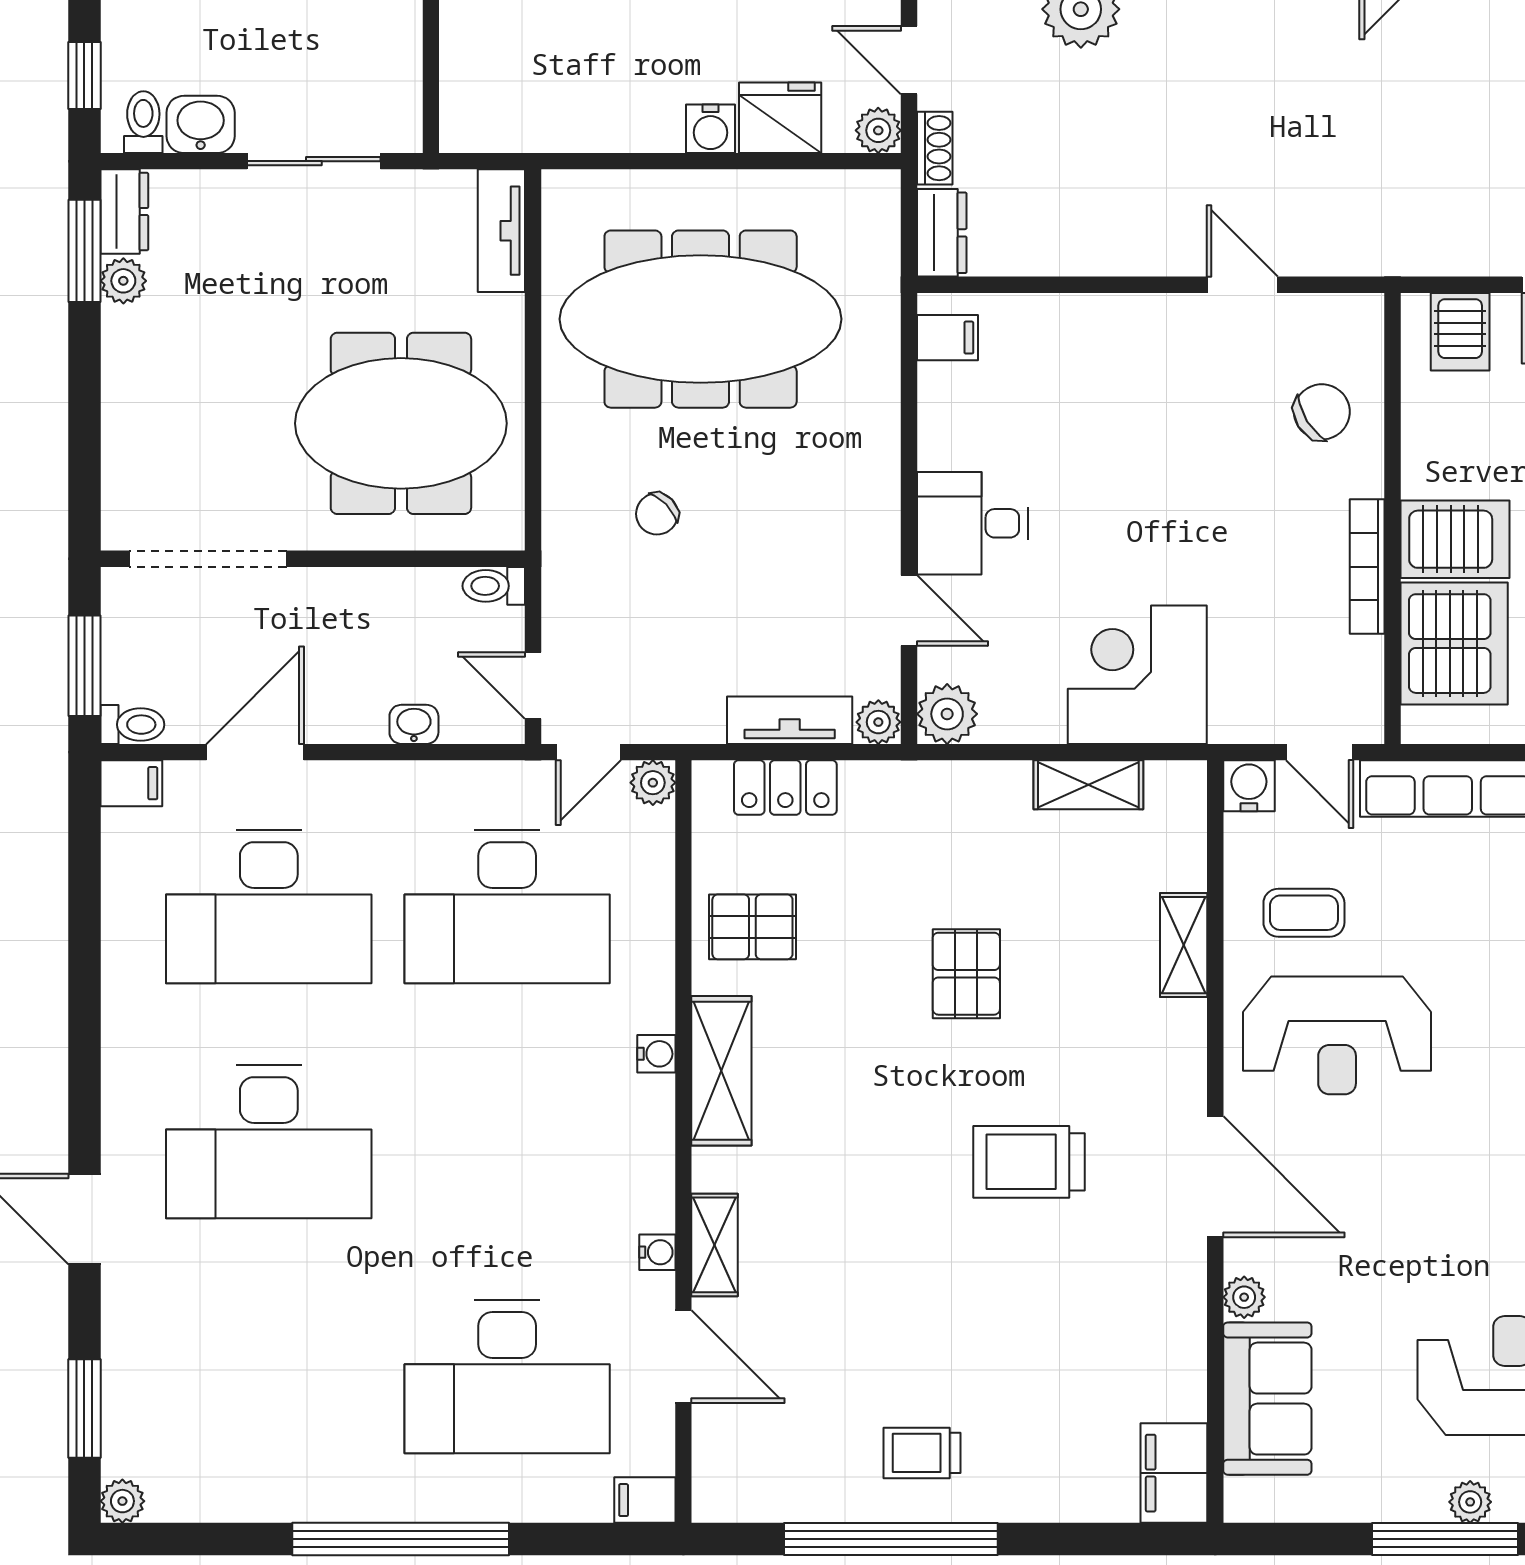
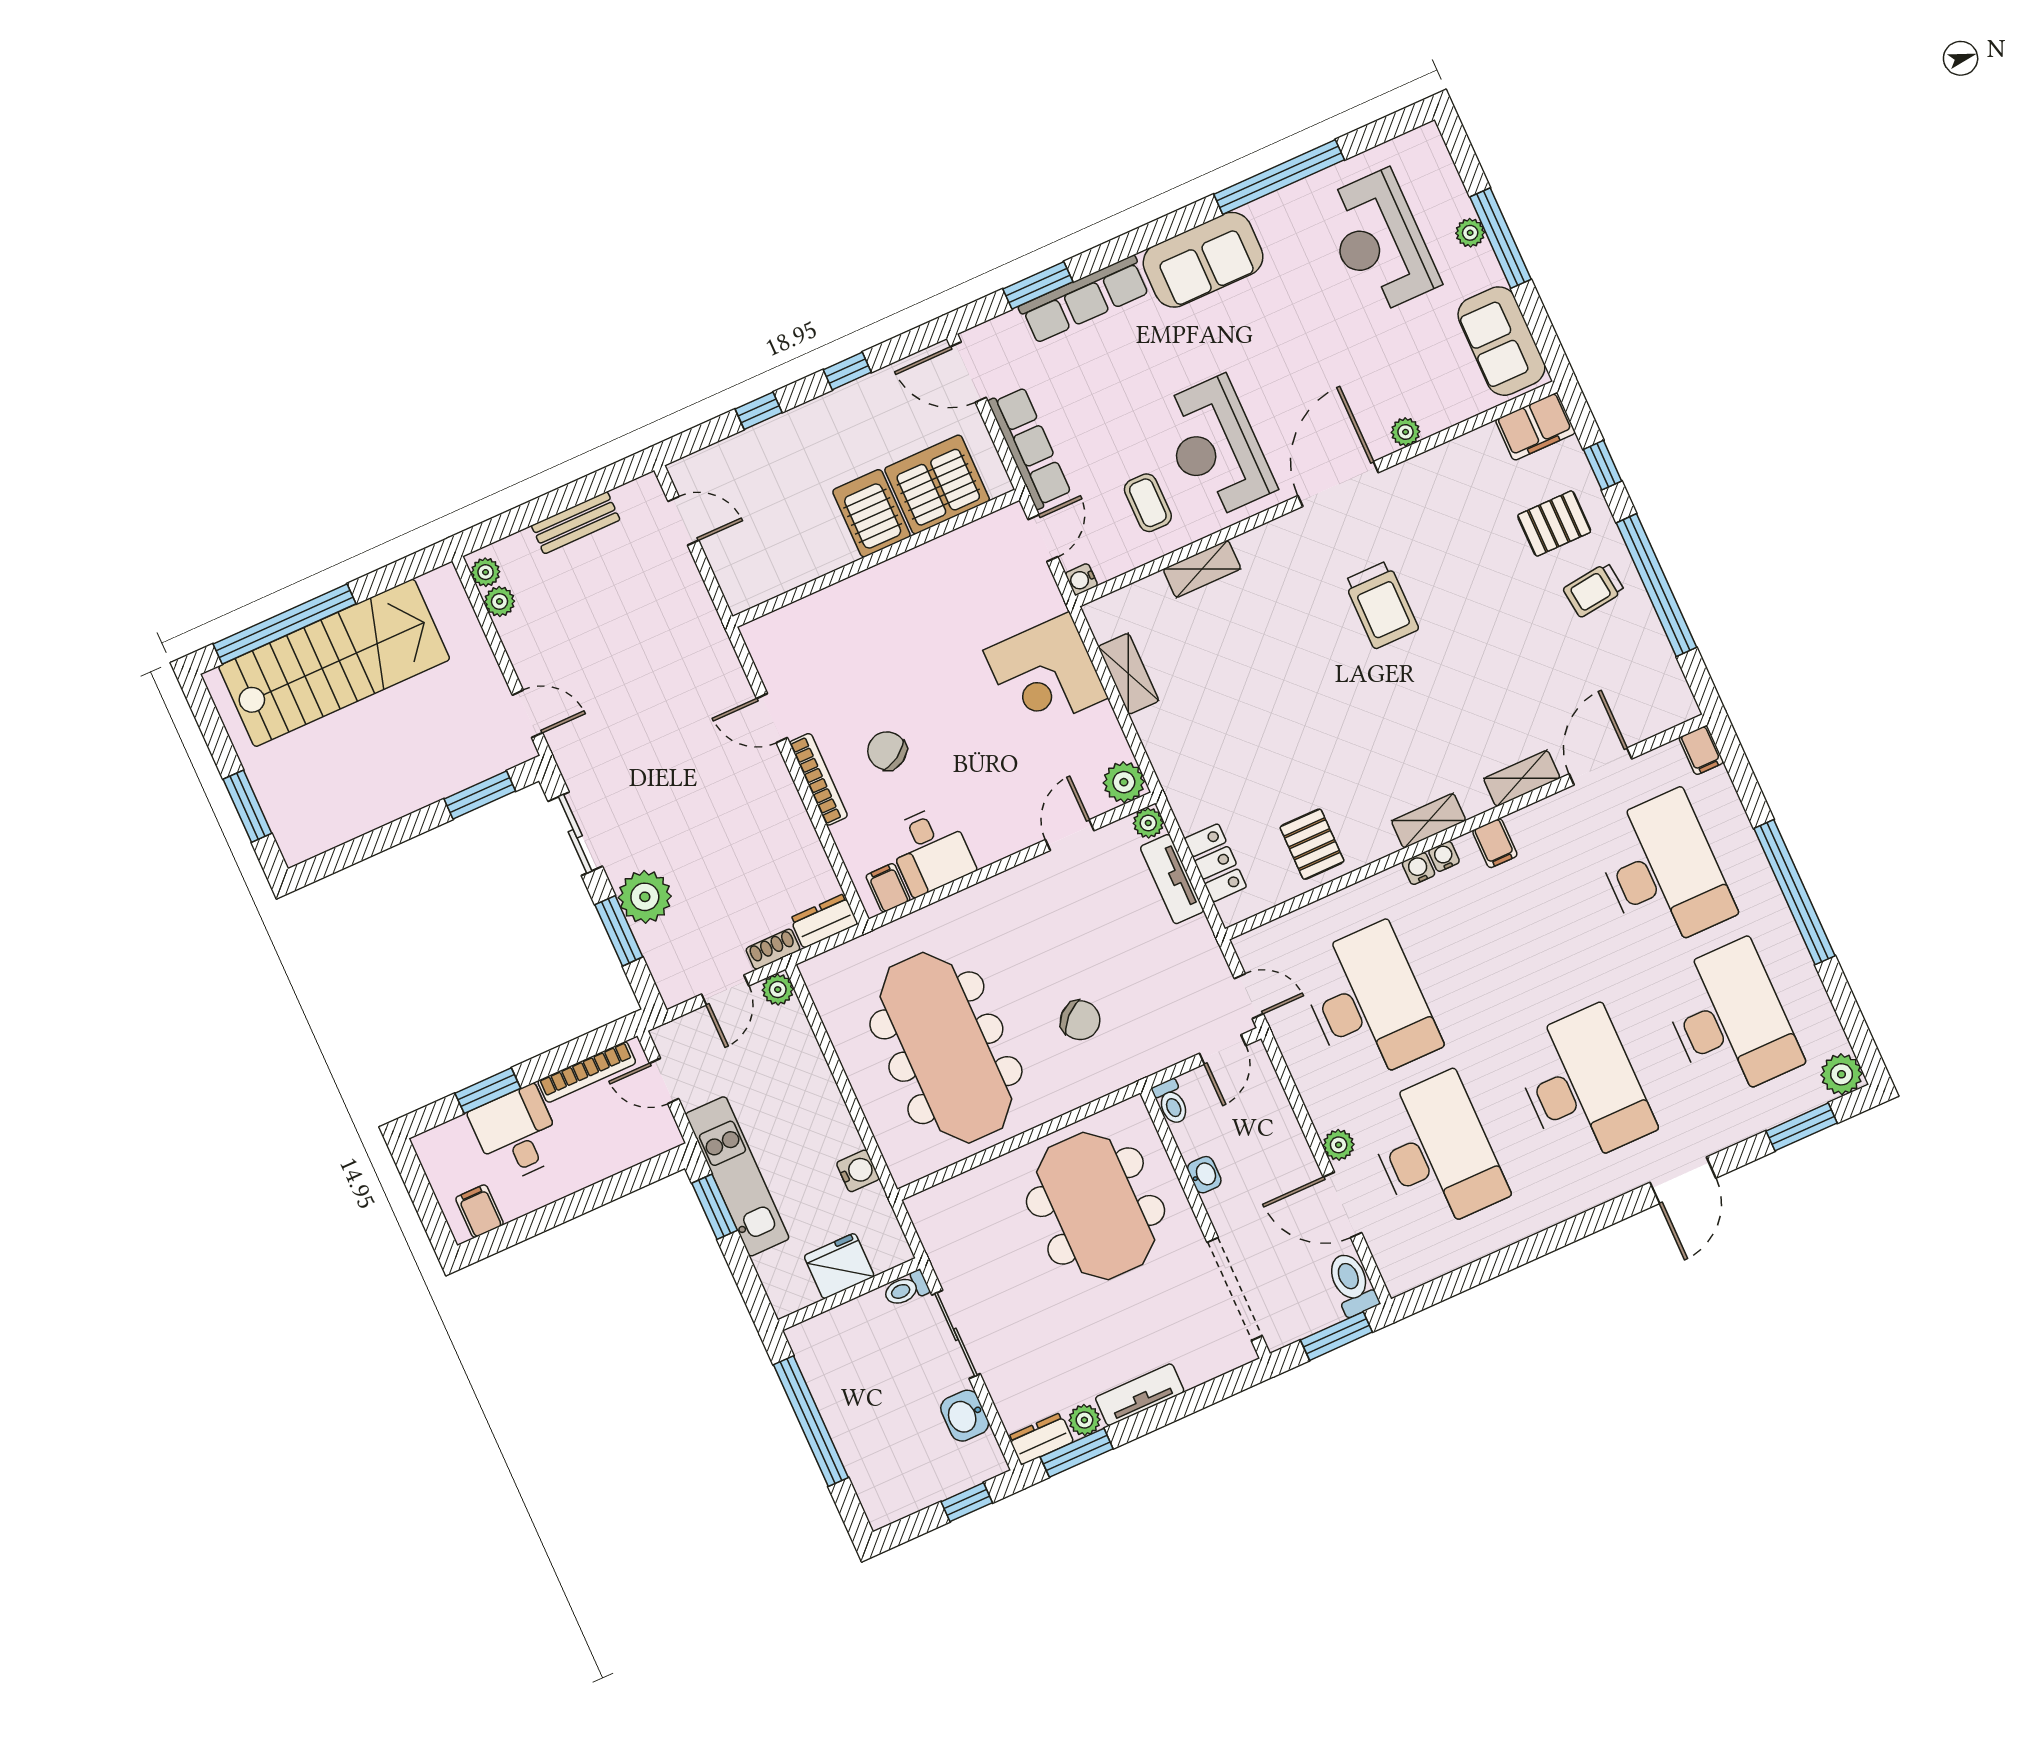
fridge: (780, 118) -> (839, 1266), moved, turned 90
toilet: (143, 122) -> (906, 1289), moved
water cooler: (710, 129) -> (858, 1171), moved
tv unit: (501, 231) -> (1140, 1395), moved, turned 180
door: (1242, 285) -> (772, 718), hinge flipped
server rack: (1460, 332) -> (740, 568), removed
chair: (1322, 412) -> (887, 751), moved
chair: (657, 514) -> (1080, 1020), width x1.37, depth x1.37
desk: (972, 523) -> (930, 850), moved
bookcase: (1367, 567) -> (819, 779), moved, turned -90
washbasin: (414, 724) -> (1204, 1175), moved, turned 180
toilet: (132, 725) -> (1352, 1284), width x1.37, depth x1.39
filing cabinet: (131, 783) -> (1495, 843), moved, turned 180
plant: (653, 783) -> (1339, 1145), moved
water cooler: (1249, 786) -> (1081, 579), width x0.72, depth x0.72
pallet: (966, 974) -> (1554, 523), moved
reception desk: (1337, 1035) -> (1215, 447), turned 180
shelving: (721, 1071) -> (1429, 821), width x0.67, depth x0.75
water cooler: (657, 1252) -> (1444, 856), moved
desk: (269, 1377) -> (1730, 1021), added
sofa: (1267, 1399) -> (1501, 341), moved, turned -90
trolley: (922, 1453) -> (1594, 590), turned 83
plant: (122, 1501) -> (1842, 1074), width x1.38, depth x1.38
window: (1082, 1539) -> (1603, 465), added

